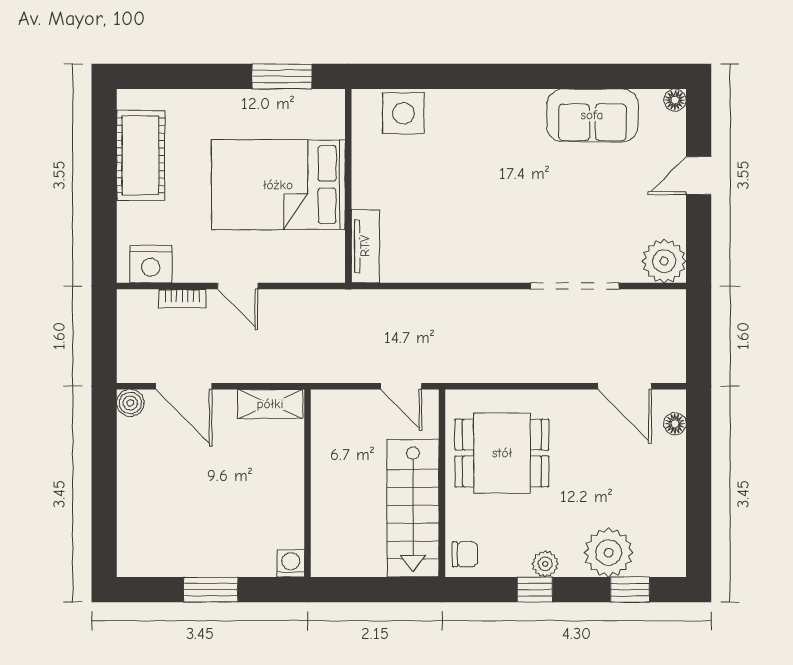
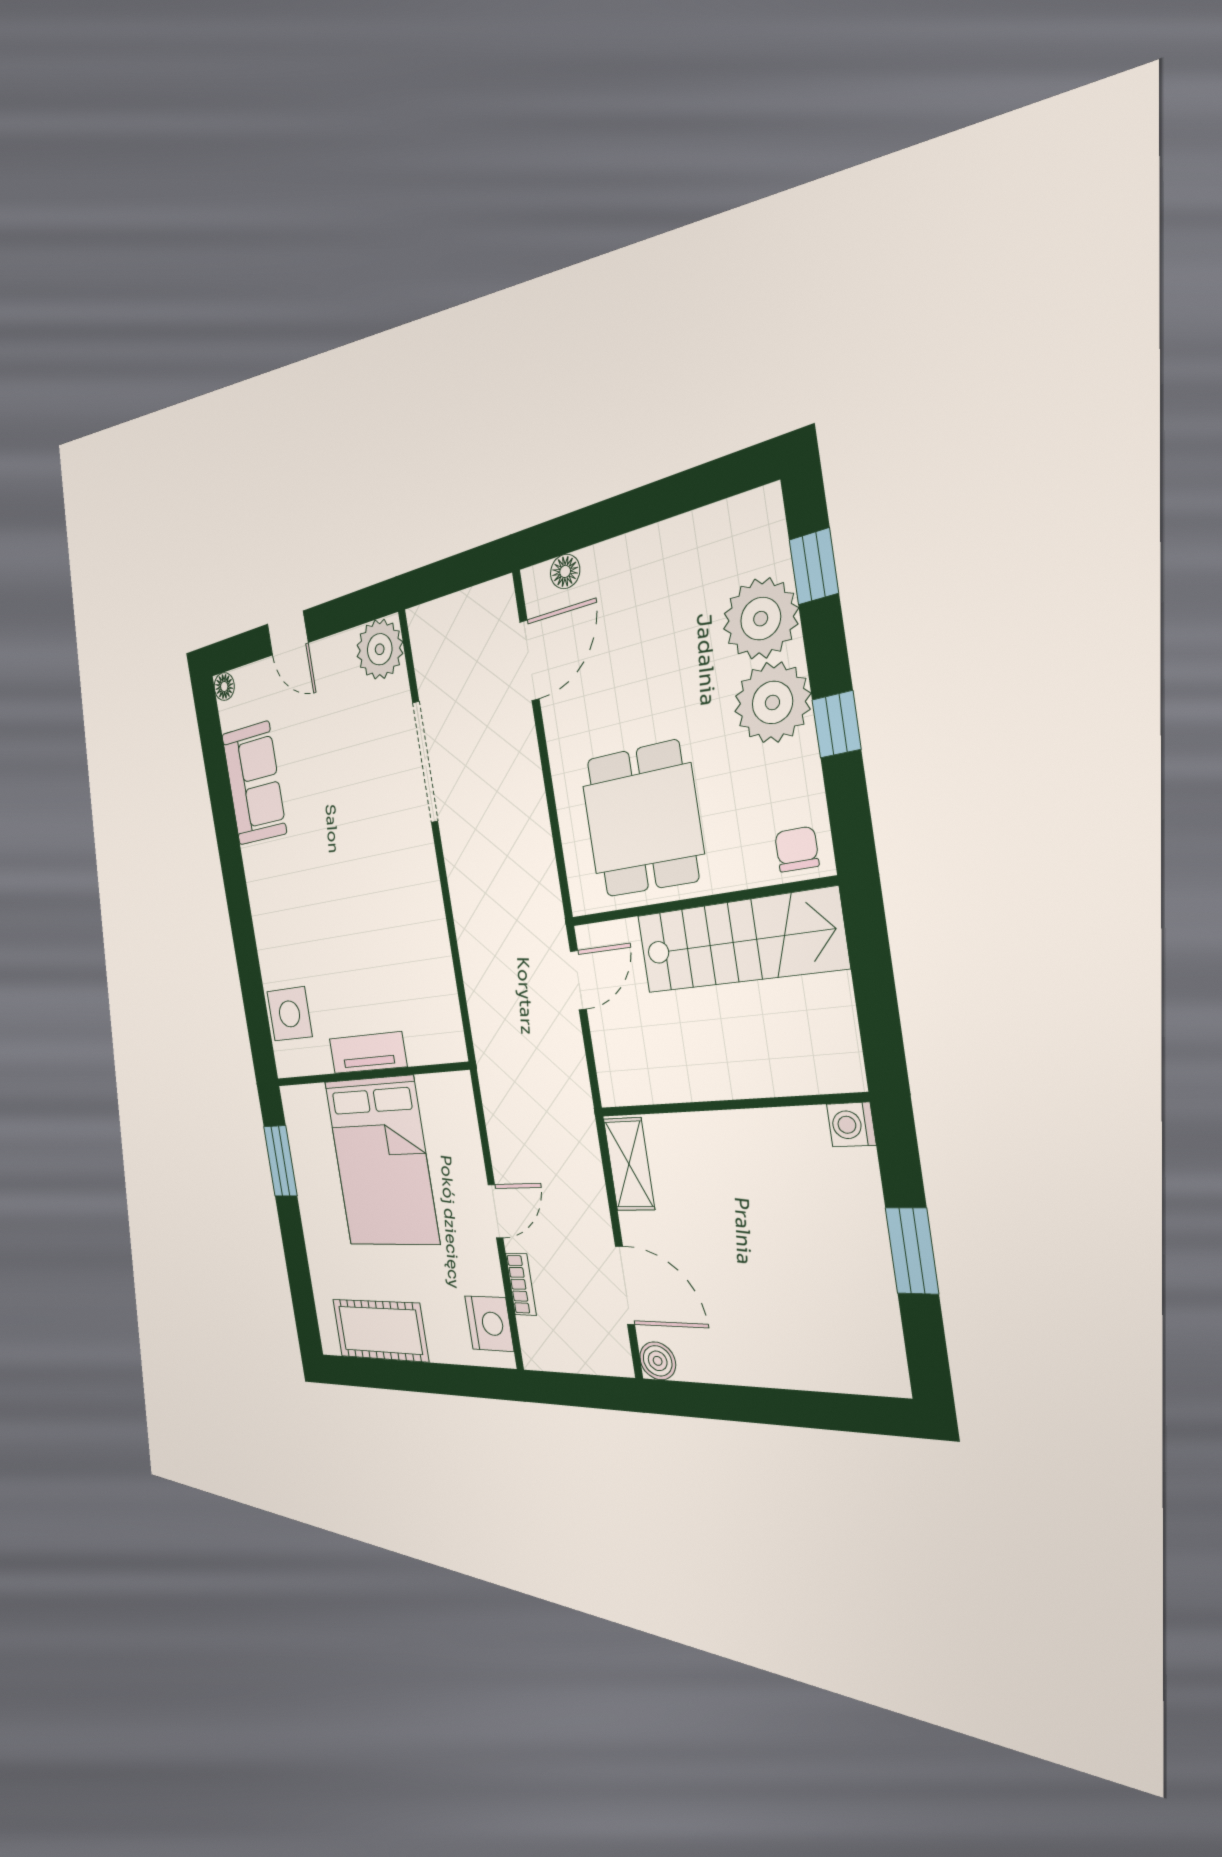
tv unit: (365, 246) -> (368, 1053), moved
door: (184, 386) -> (625, 1285), hinge flipped
plant: (545, 564) -> (772, 702), width x1.88, depth x1.88

